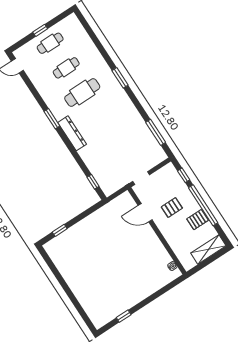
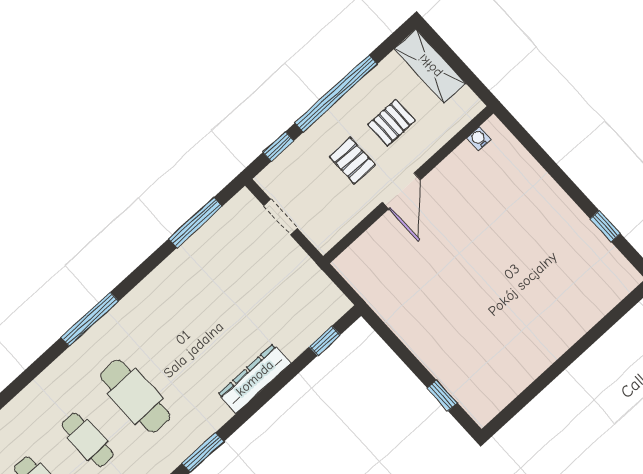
window: (120, 78) -> (90, 319), width x1.44
dresser: (72, 133) -> (255, 378), moved
doorway: (141, 178) -> (281, 217), moved
door: (145, 213) -> (401, 191), moved
pallet: (198, 220) -> (392, 123), moved, turned 90

